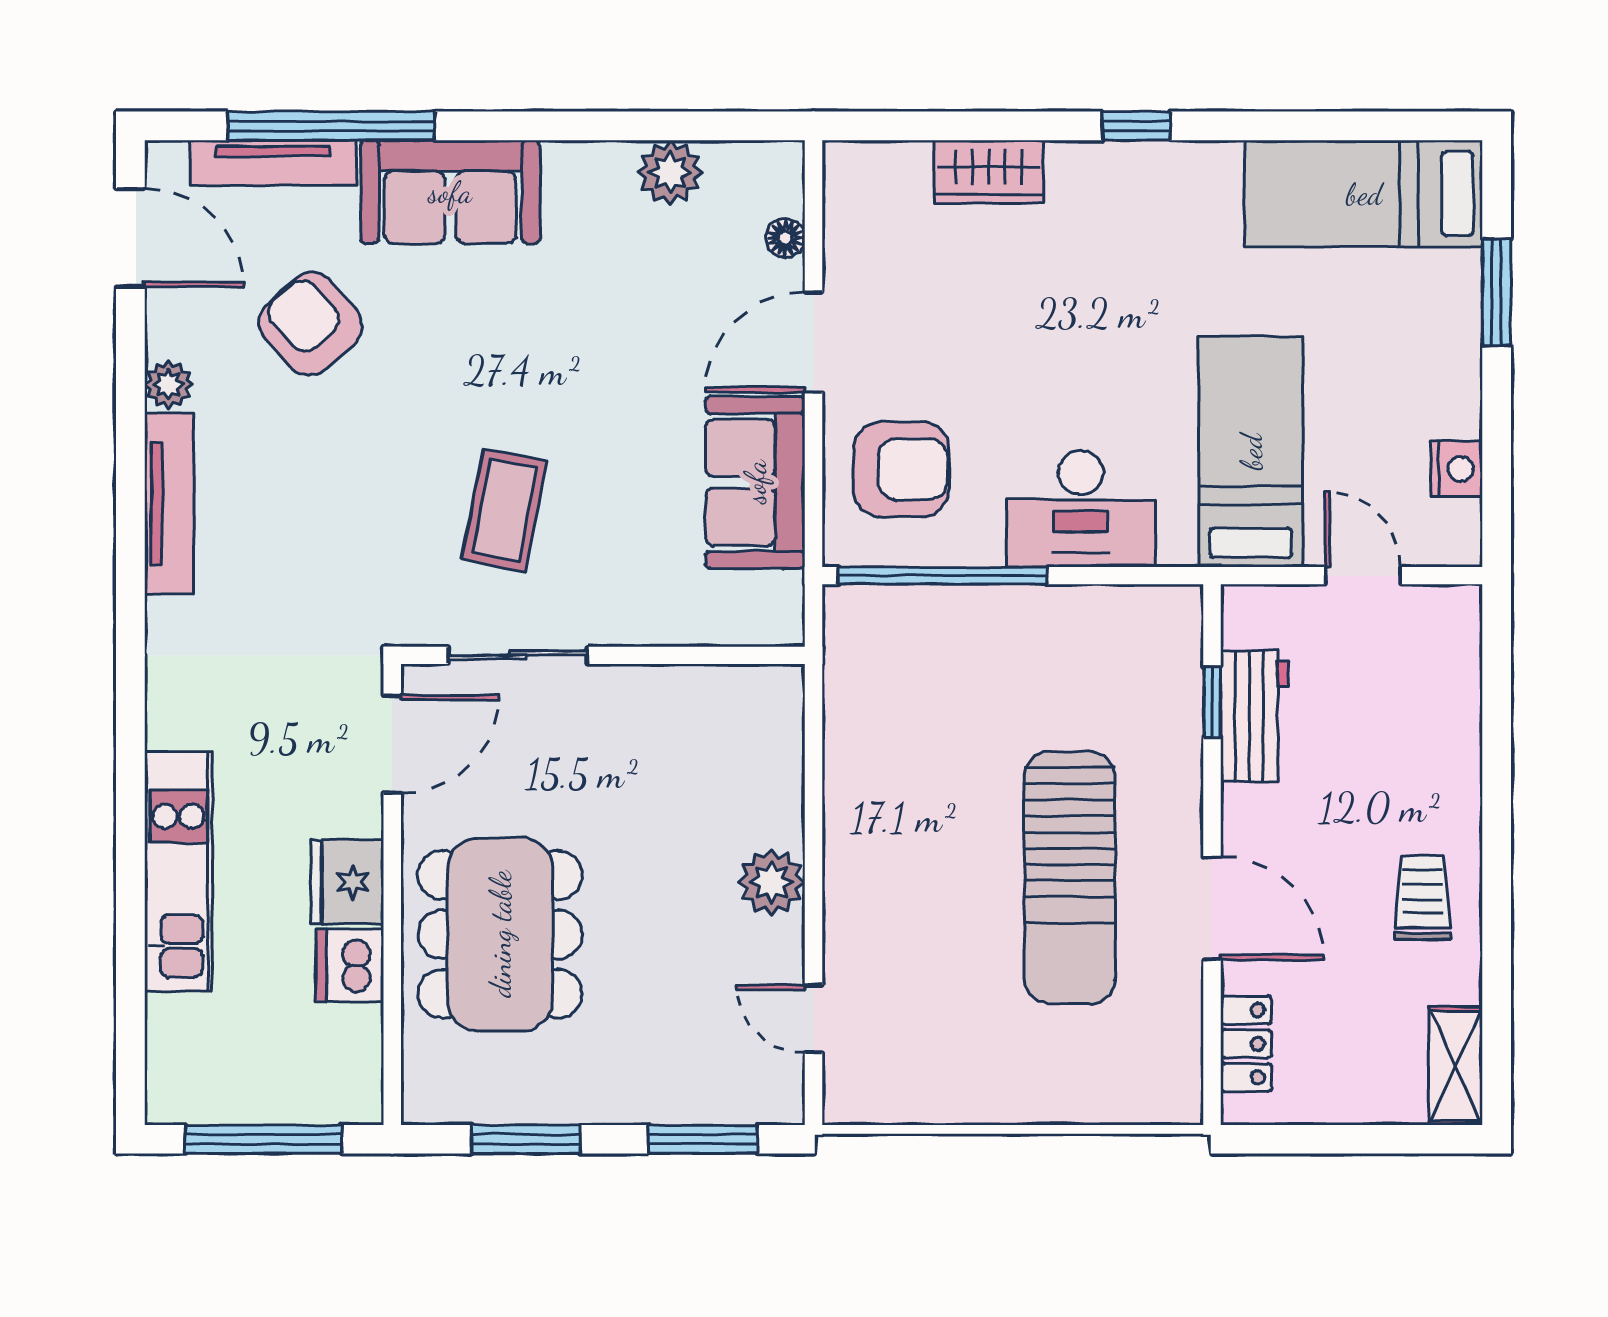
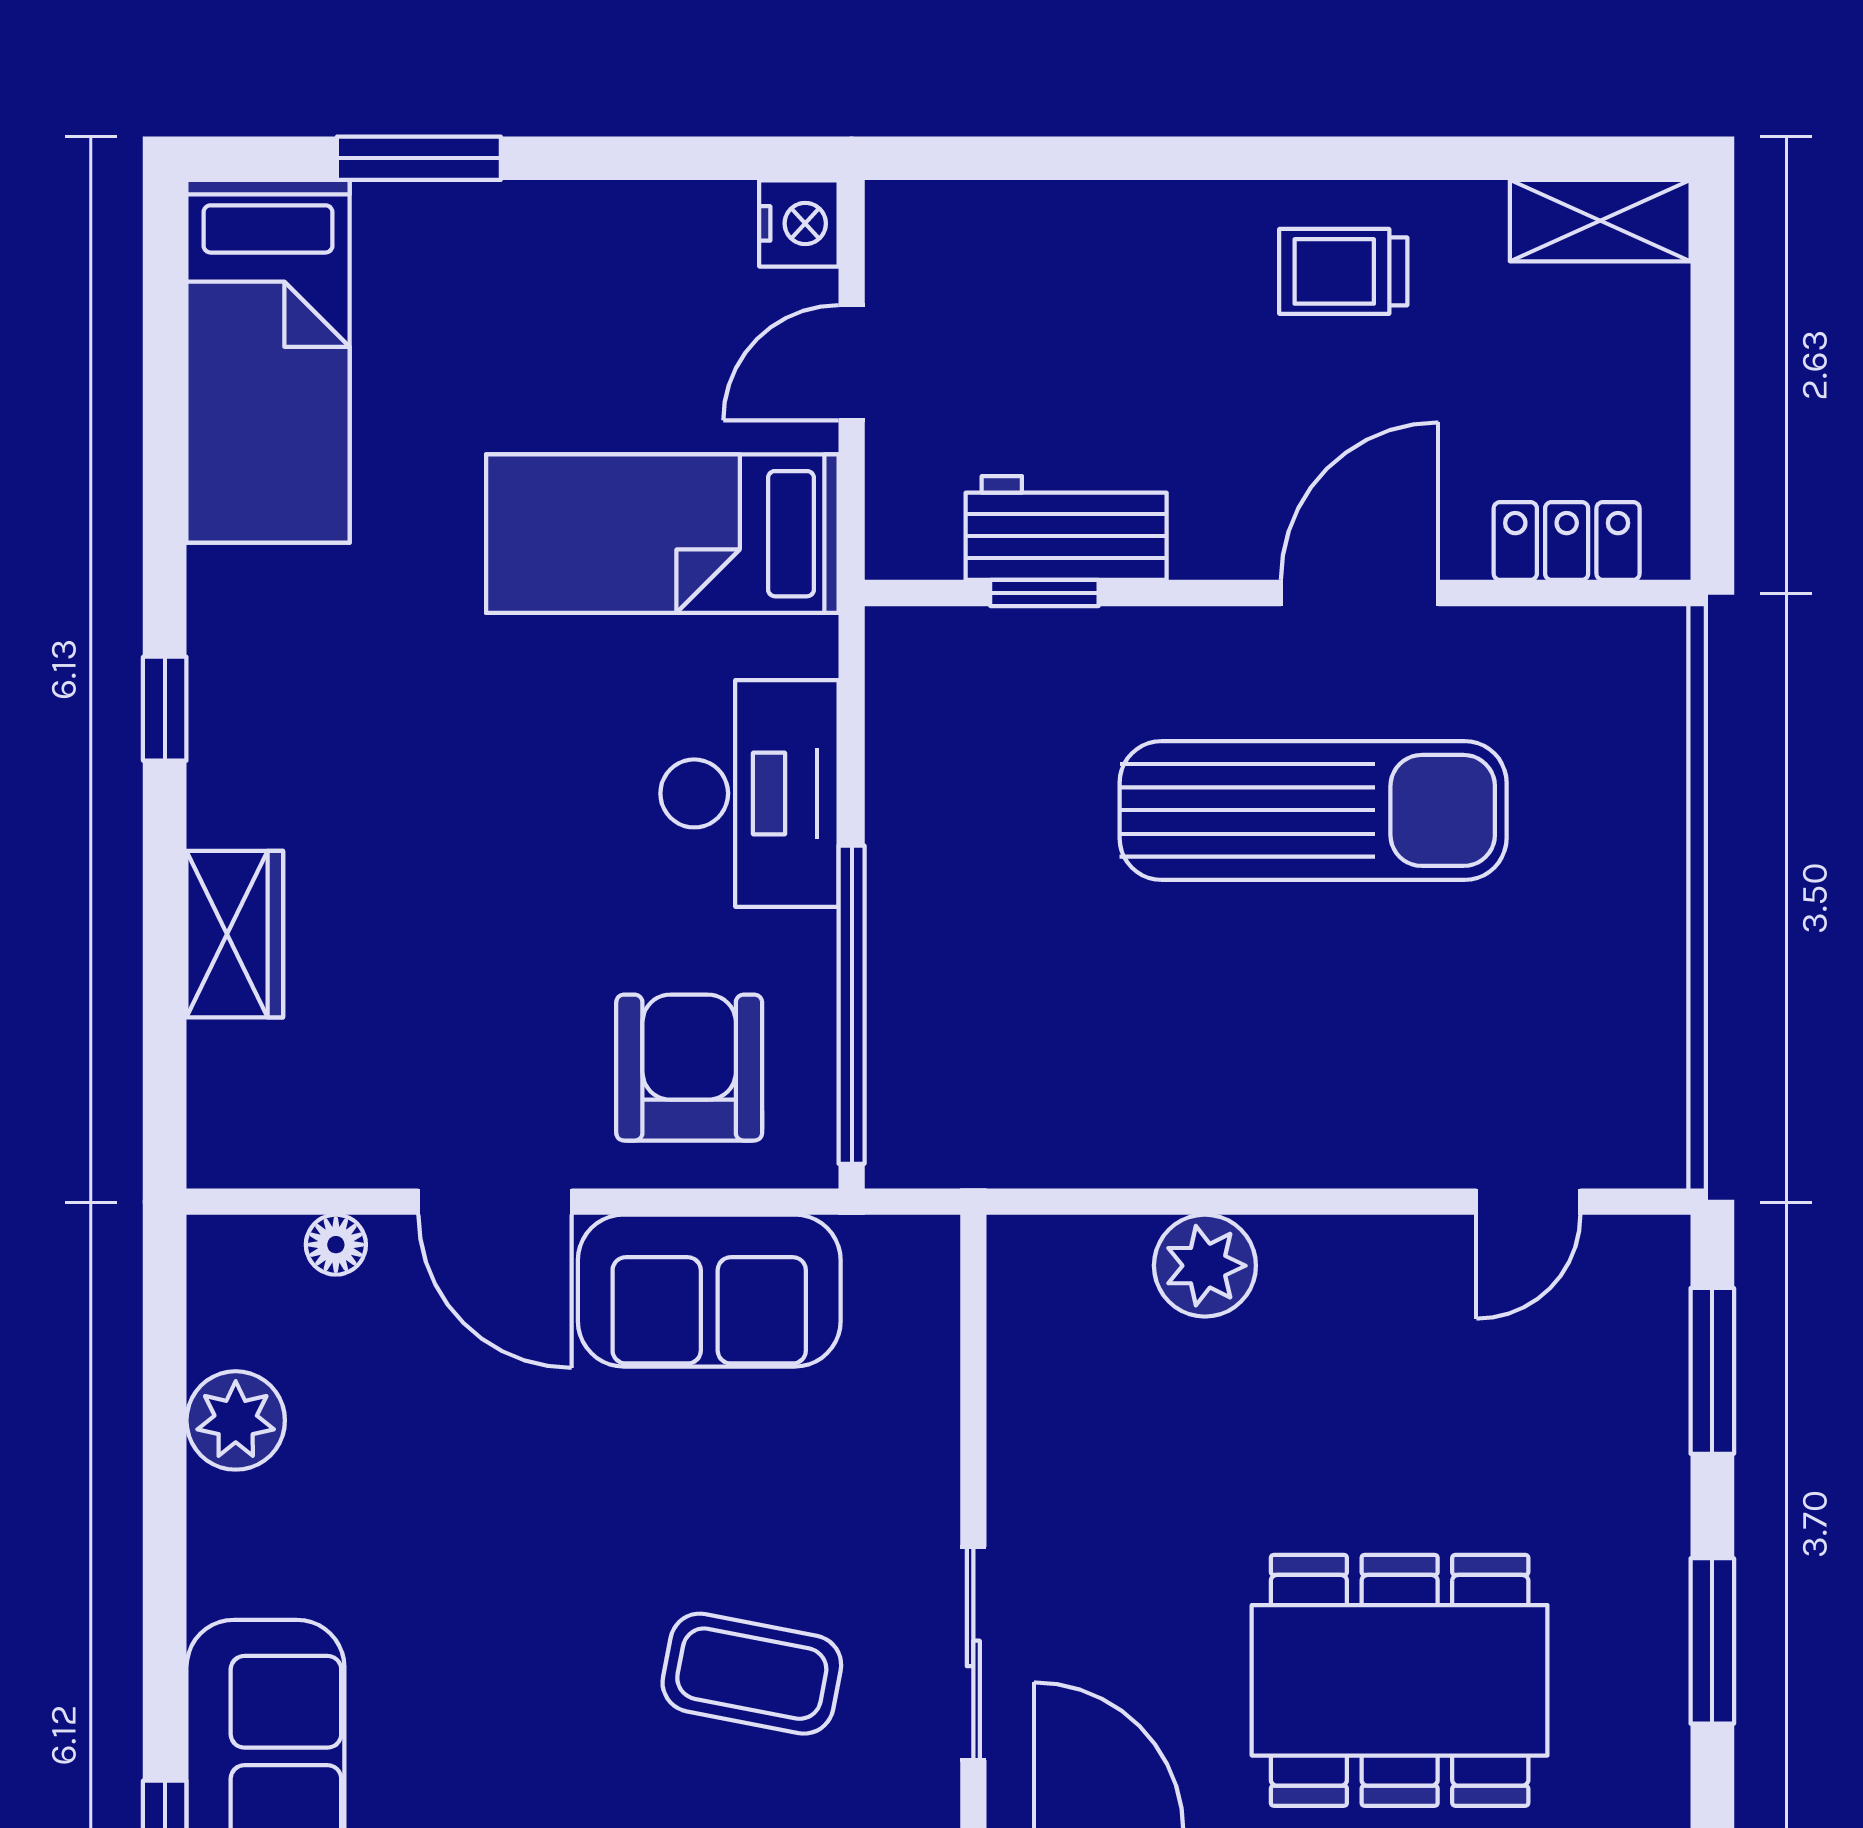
nightstand: (1456, 469) -> (799, 223), moved, turned 90
plant: (772, 882) -> (1205, 1266), moved

